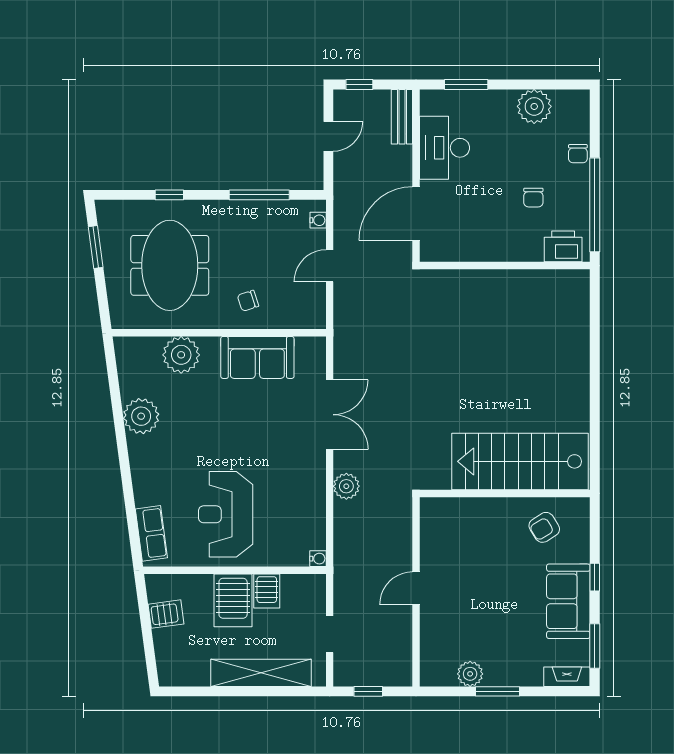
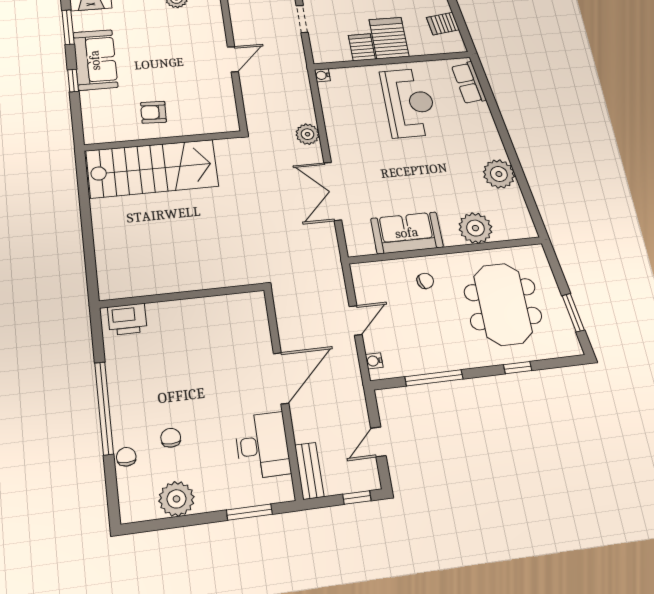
chair: (533, 198) -> (171, 438), moved
printer: (563, 246) -> (127, 319), moved
wall: (505, 266) -> (182, 296), moved
armchair: (544, 527) -> (153, 112), moved, turned -146

